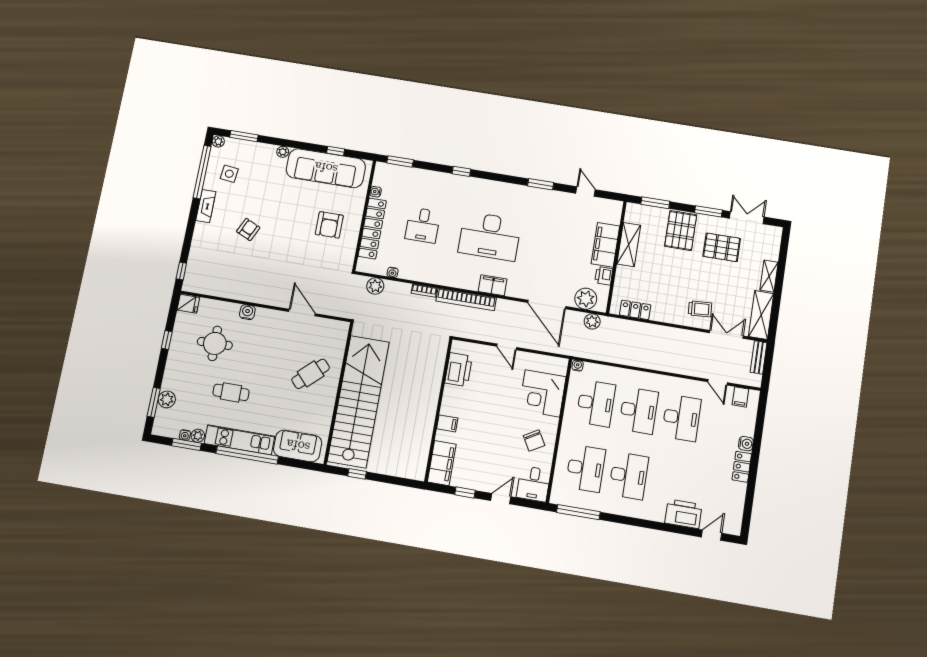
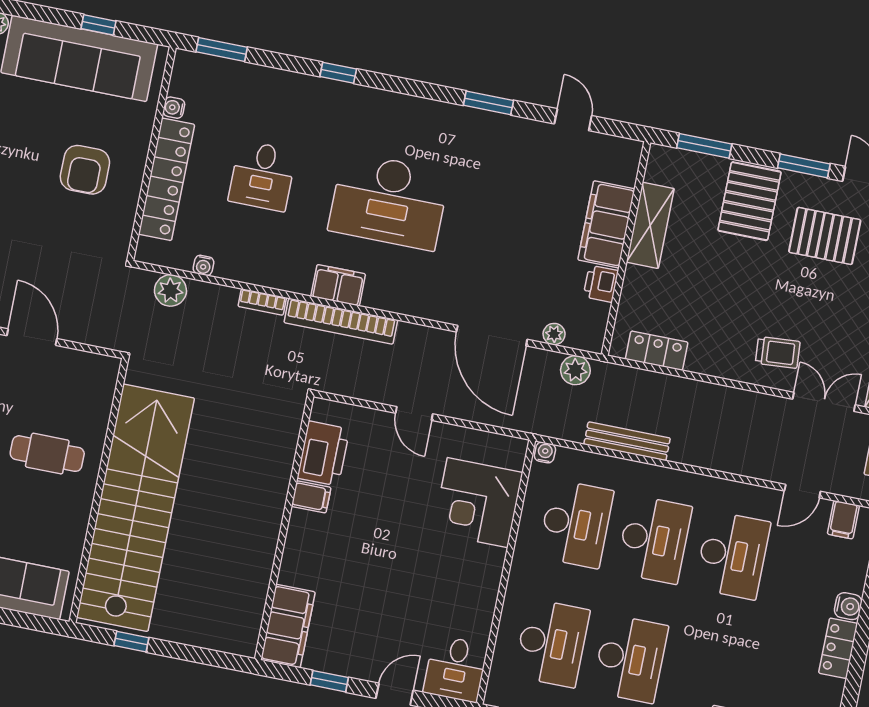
filing cabinet: (493, 285) -> (338, 285), moved
plant: (586, 299) -> (554, 334), width x0.53, depth x0.53
bench: (622, 358) -> (627, 441), added
cafe table: (311, 374) -> (47, 454), turned 43
door: (717, 382) -> (802, 491), hinge flipped
filing cabinet: (447, 423) -> (311, 497), moved
chair: (534, 441) -> (459, 589), removed

